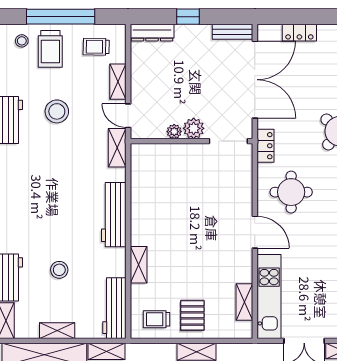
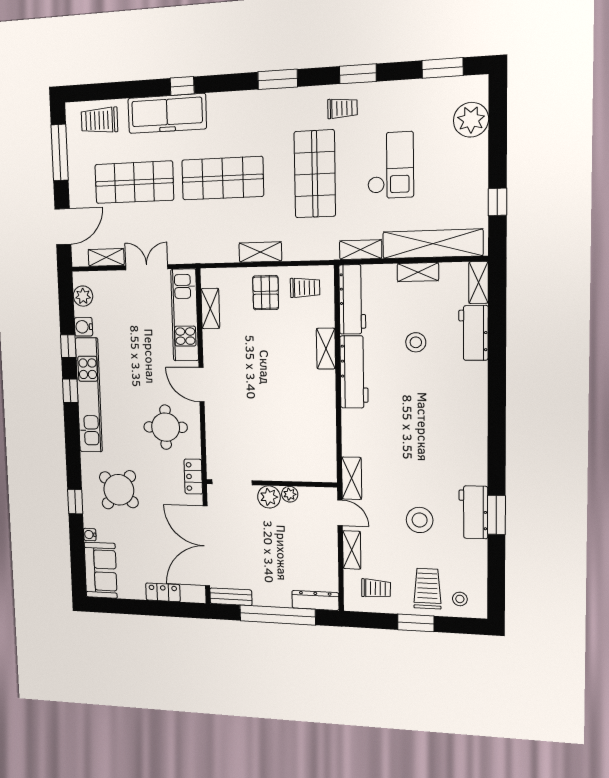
window: (61, 17) -> (416, 623), width x0.47
window: (188, 17) -> (278, 615), width x3.17
workbench: (114, 215) -> (354, 372), moved

